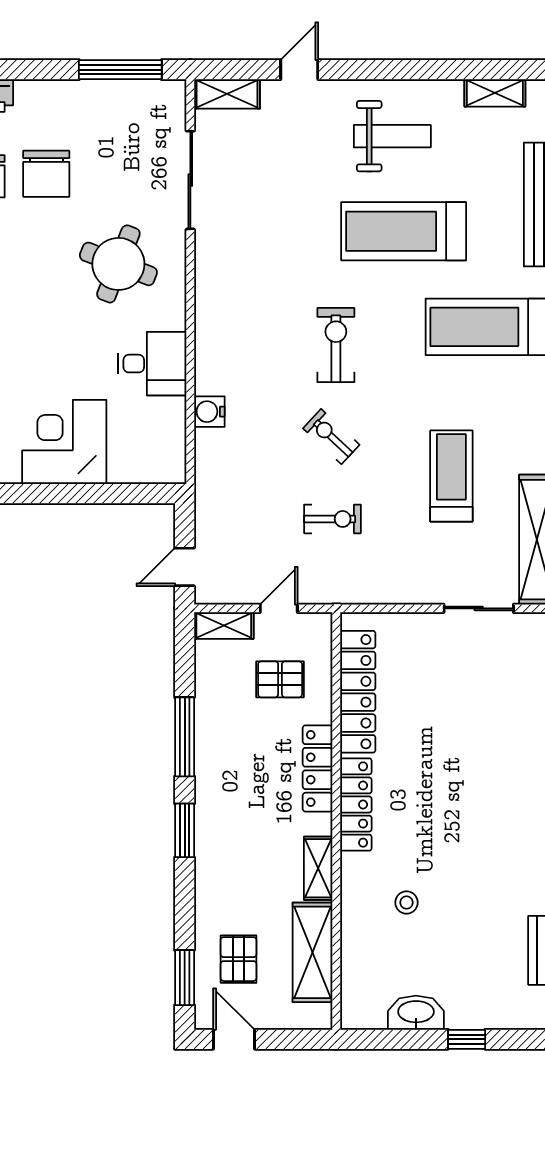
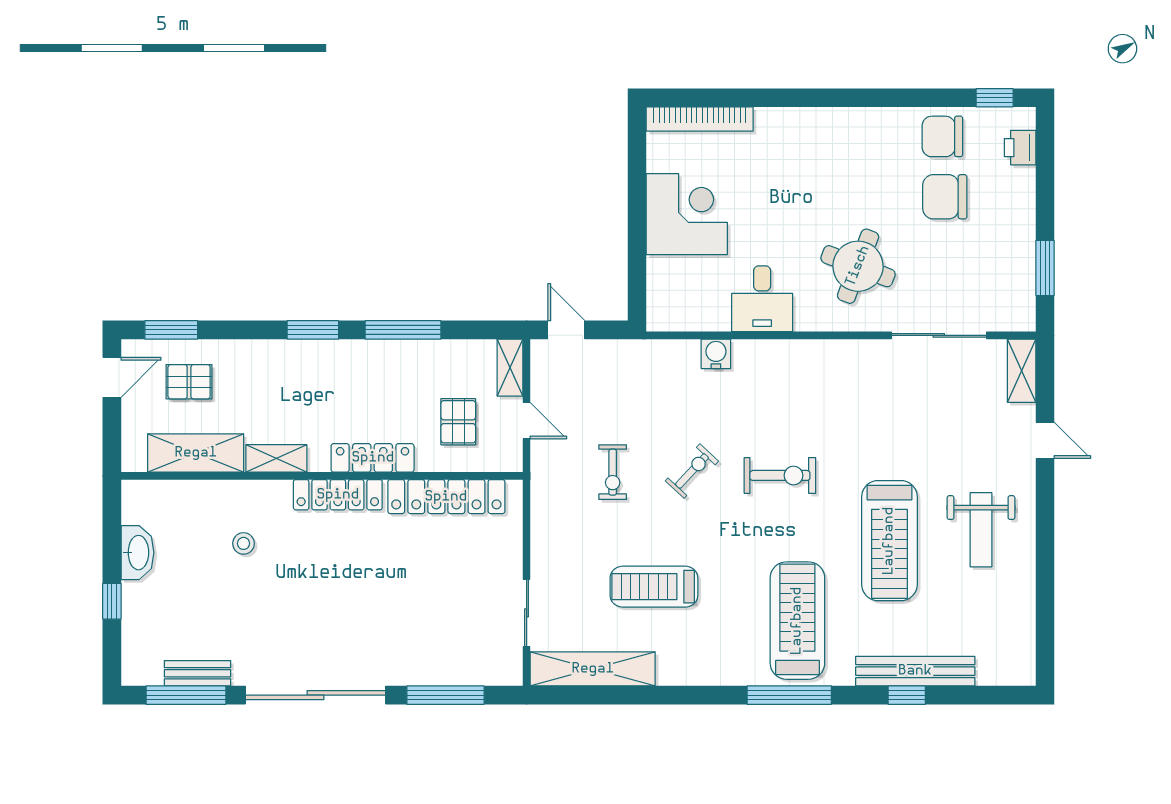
window: (120, 70) -> (1045, 268), width x0.69
shelving: (495, 93) -> (1023, 629), removed
treadmill: (404, 231) -> (889, 541), turned 180
treadmill: (451, 476) -> (654, 587), turned 180

